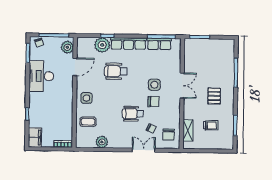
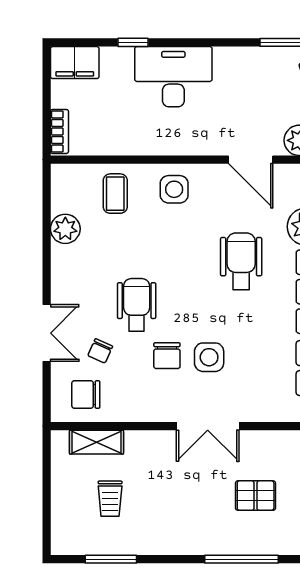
desk: (41, 76) -> (173, 77), moved
pallet: (214, 96) -> (256, 496), moved

